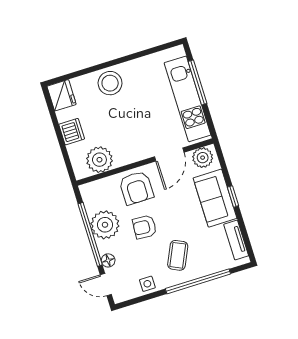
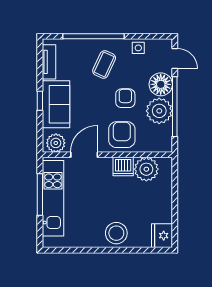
window: (197, 82) -> (40, 194), moved
dishwasher: (72, 132) -> (123, 167), moved, turned -90
armchair: (145, 227) -> (125, 98), turned -94
floor lamp: (108, 260) -> (161, 84), width x1.89, depth x1.89

